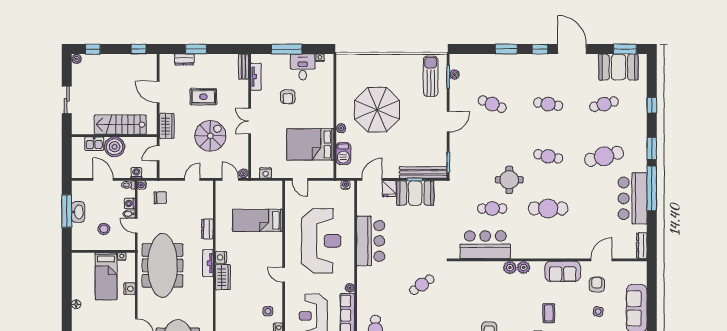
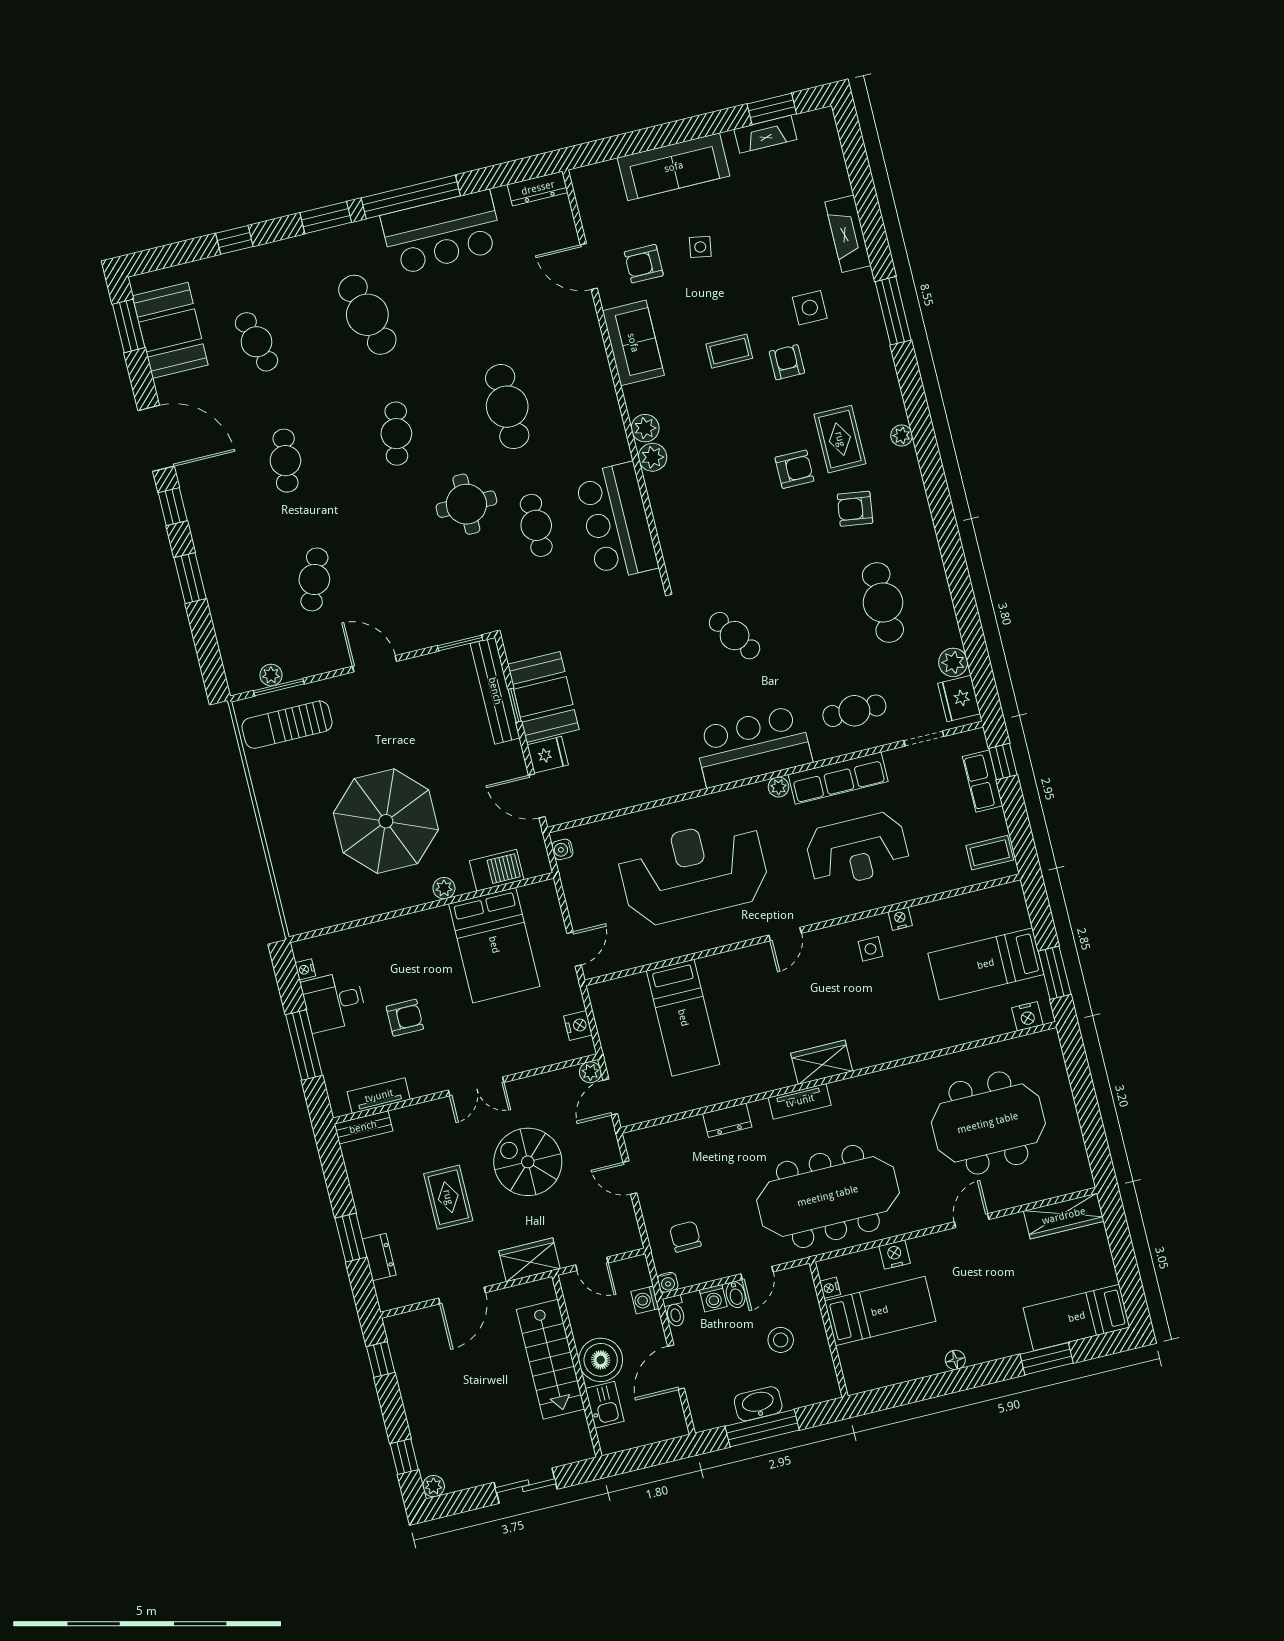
door: (572, 49) -> (156, 438), swing flipped
bar counter: (371, 241) -> (753, 746), moved
nightstand: (221, 257) -> (781, 1076), removed

